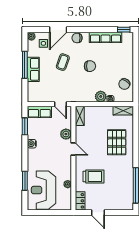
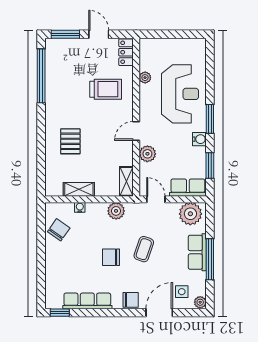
coffee table: (63, 62) -> (144, 249), moved
plant: (38, 95) -> (190, 214), added
plant: (101, 96) -> (116, 211), moved
shelving: (123, 111) -> (79, 189), moved
pallet: (117, 142) -> (70, 141), width x0.67, depth x0.71
door: (73, 149) -> (136, 131), hinge flipped
trolley: (93, 177) -> (106, 89), turned 180
window: (25, 181) -> (210, 119), moved
reception desk: (44, 190) -> (180, 94), moved
window: (120, 213) -> (65, 34), added

